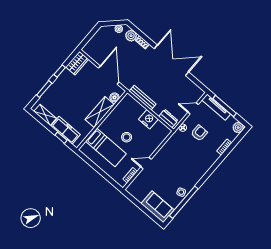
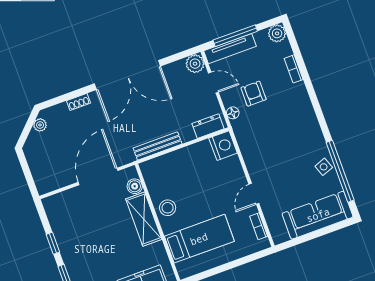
plant: (131, 36) -> (195, 64), moved
double door: (171, 60) -> (127, 75), swing flipped
wardrobe: (77, 63) -> (56, 212), removed
door: (109, 75) -> (98, 176), hinge flipped
door: (193, 108) -> (213, 83), swing flipped
nightstand: (148, 119) -> (223, 146), moved, turned 90
stool: (127, 137) -> (168, 208), moved
sofa: (158, 207) -> (318, 215), width x1.36

